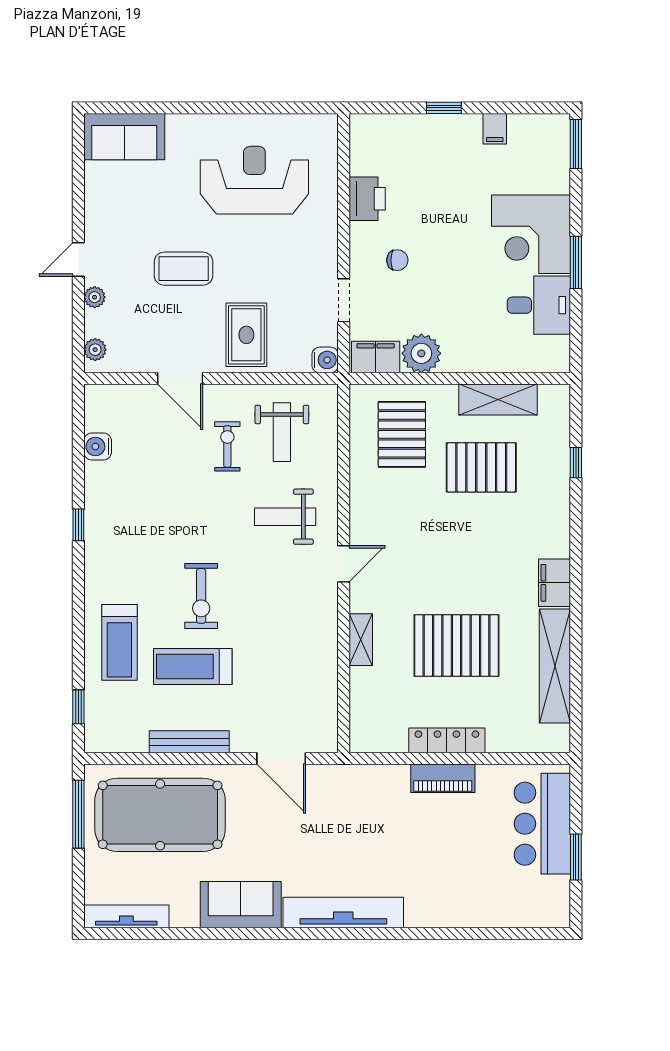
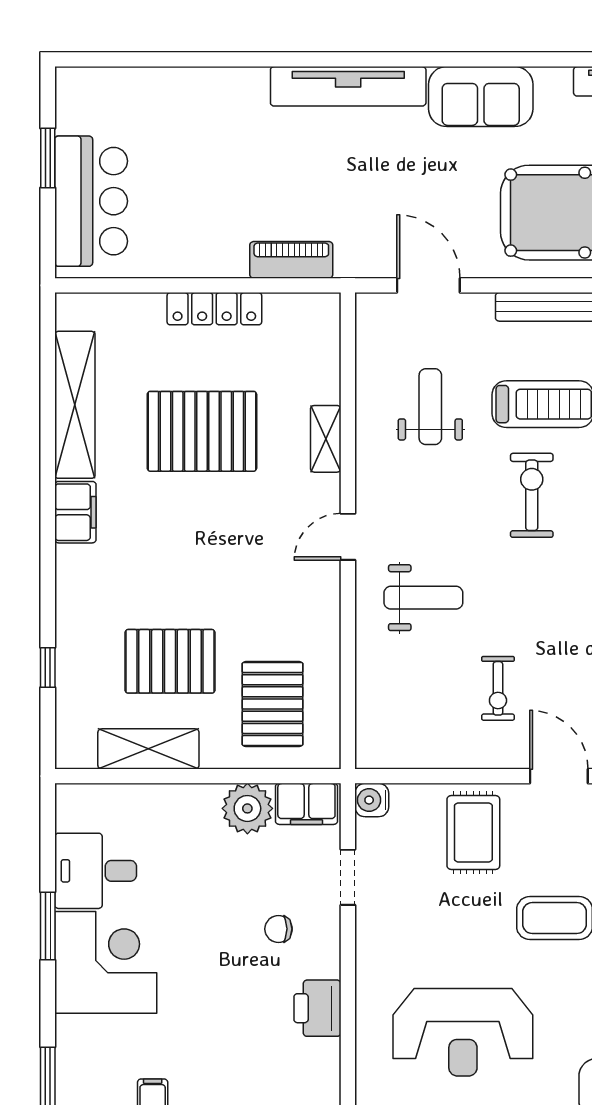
weight bench: (282, 432) -> (430, 407), moved
piano: (443, 778) -> (291, 260), moved

